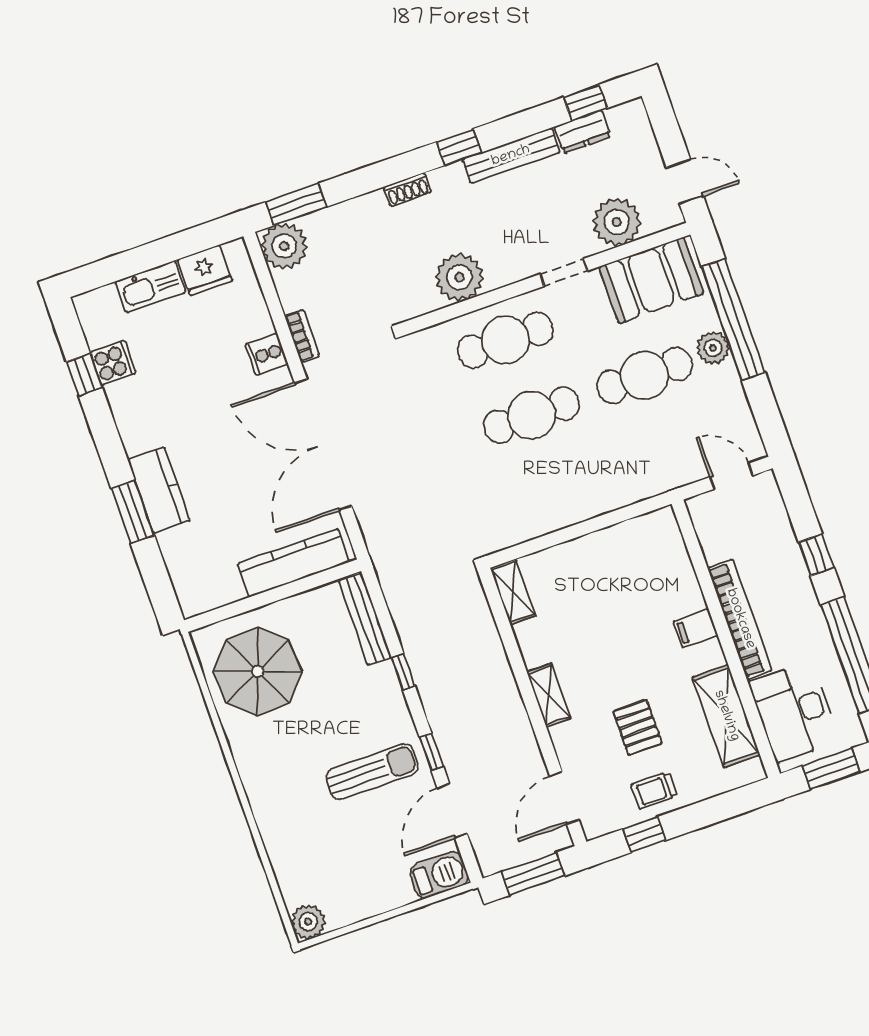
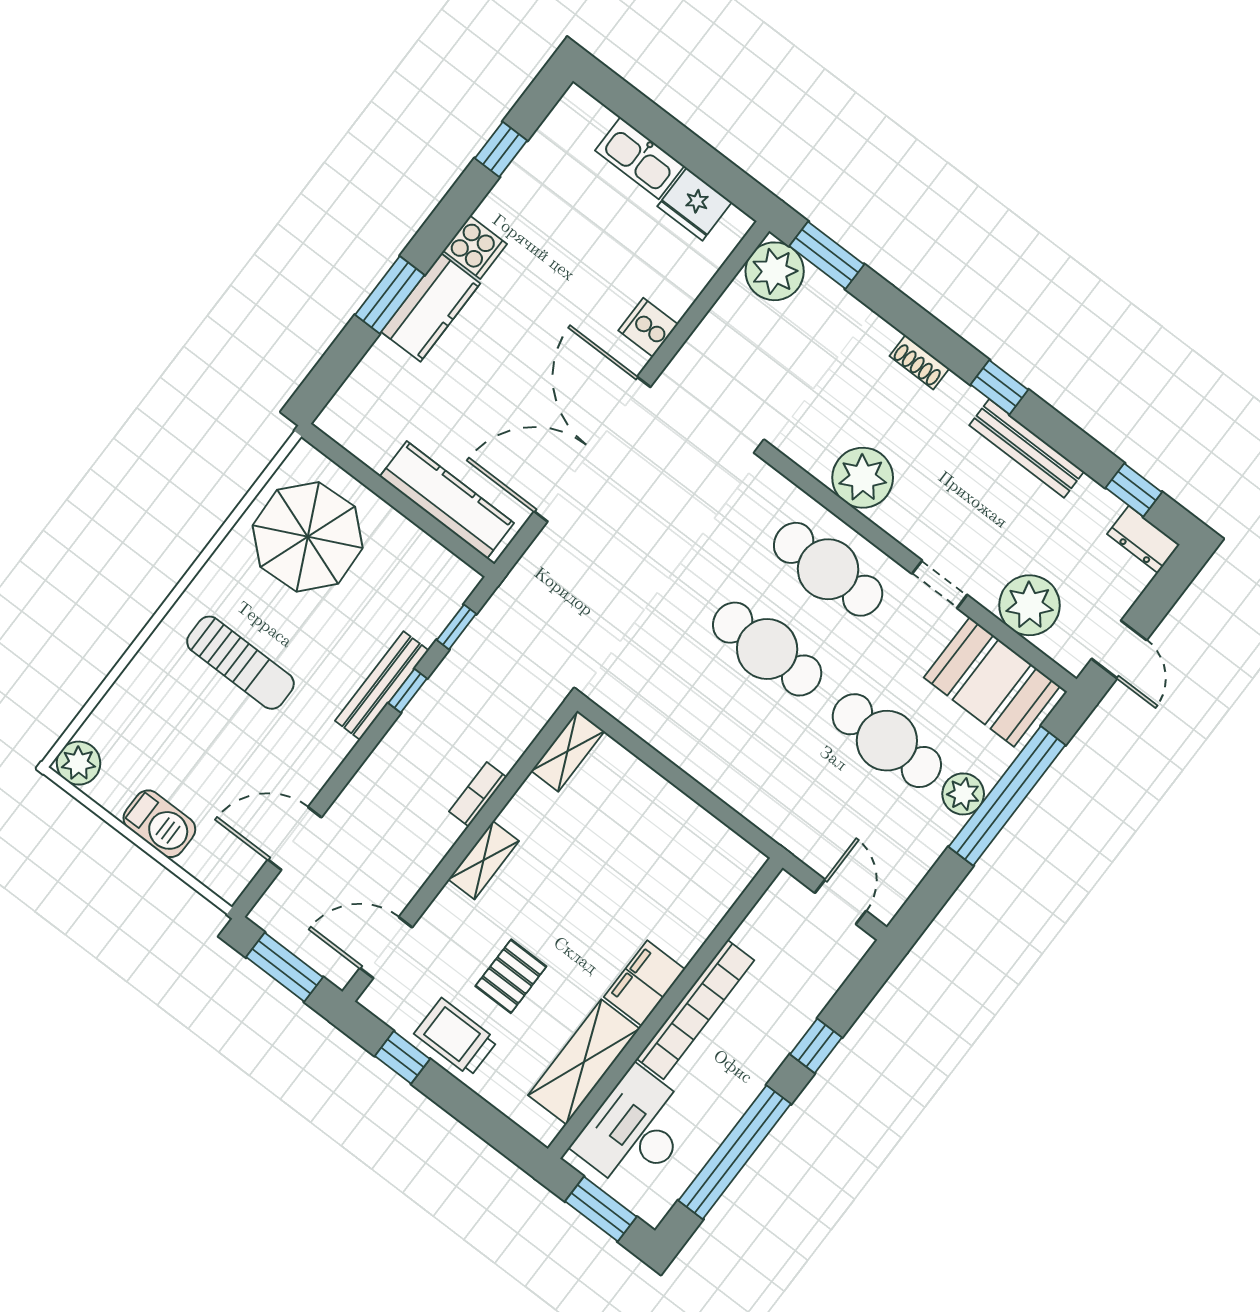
dresser: (583, 132) -> (1143, 539), moved
bookcase: (302, 336) -> (478, 794), moved, turned 180
cooker: (113, 363) -> (475, 247), moved
bench: (365, 619) -> (382, 686), moved
filing cabinet: (695, 628) -> (644, 983), width x2.00
window: (431, 752) -> (456, 627), moved
sun lounger: (372, 772) -> (240, 663), moved
trolley: (654, 790) -> (456, 1037), width x1.36, depth x1.39
barbecue: (439, 875) -> (159, 824), moved

